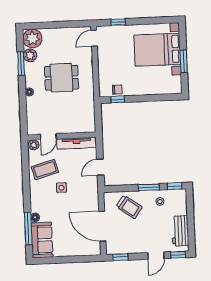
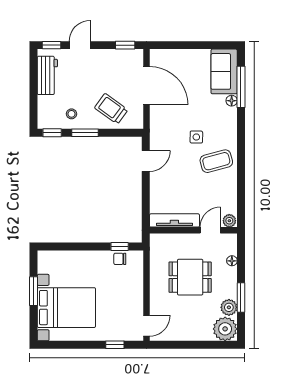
wall: (62, 136) -> (193, 230), moved
door: (48, 137) -> (210, 230), moved
tv unit: (77, 143) -> (174, 220), moved
plant: (34, 145) -> (229, 221), moved

